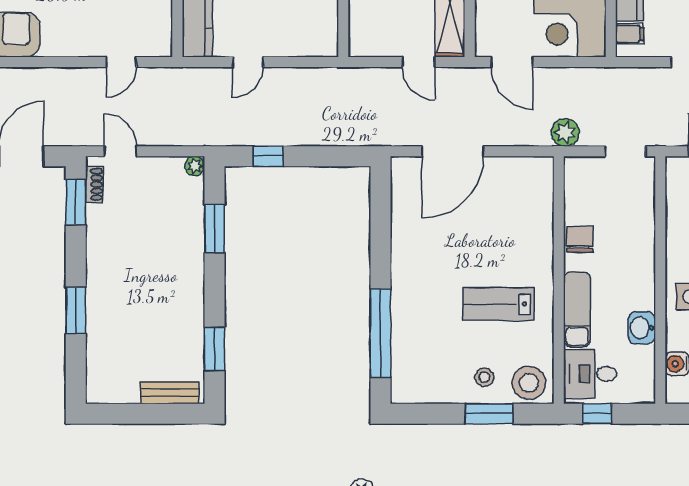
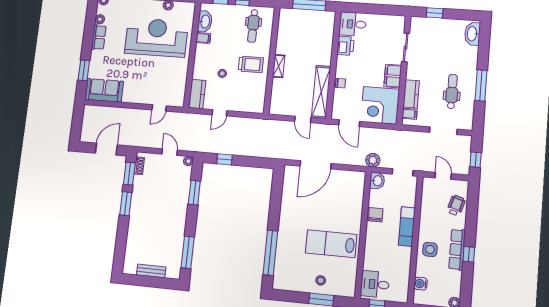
door: (120, 151) -> (170, 152), moved
lab bench: (498, 304) -> (331, 244), width x1.36, depth x1.39
exam couch: (577, 309) -> (407, 227), moved, turned 180
window: (76, 311) -> (126, 204), moved
washbasin: (642, 328) -> (377, 181), moved, turned 180
window: (214, 349) -> (188, 252), width x1.44
stool: (529, 383) -> (343, 286), removed
bench: (170, 393) -> (151, 271), moved

